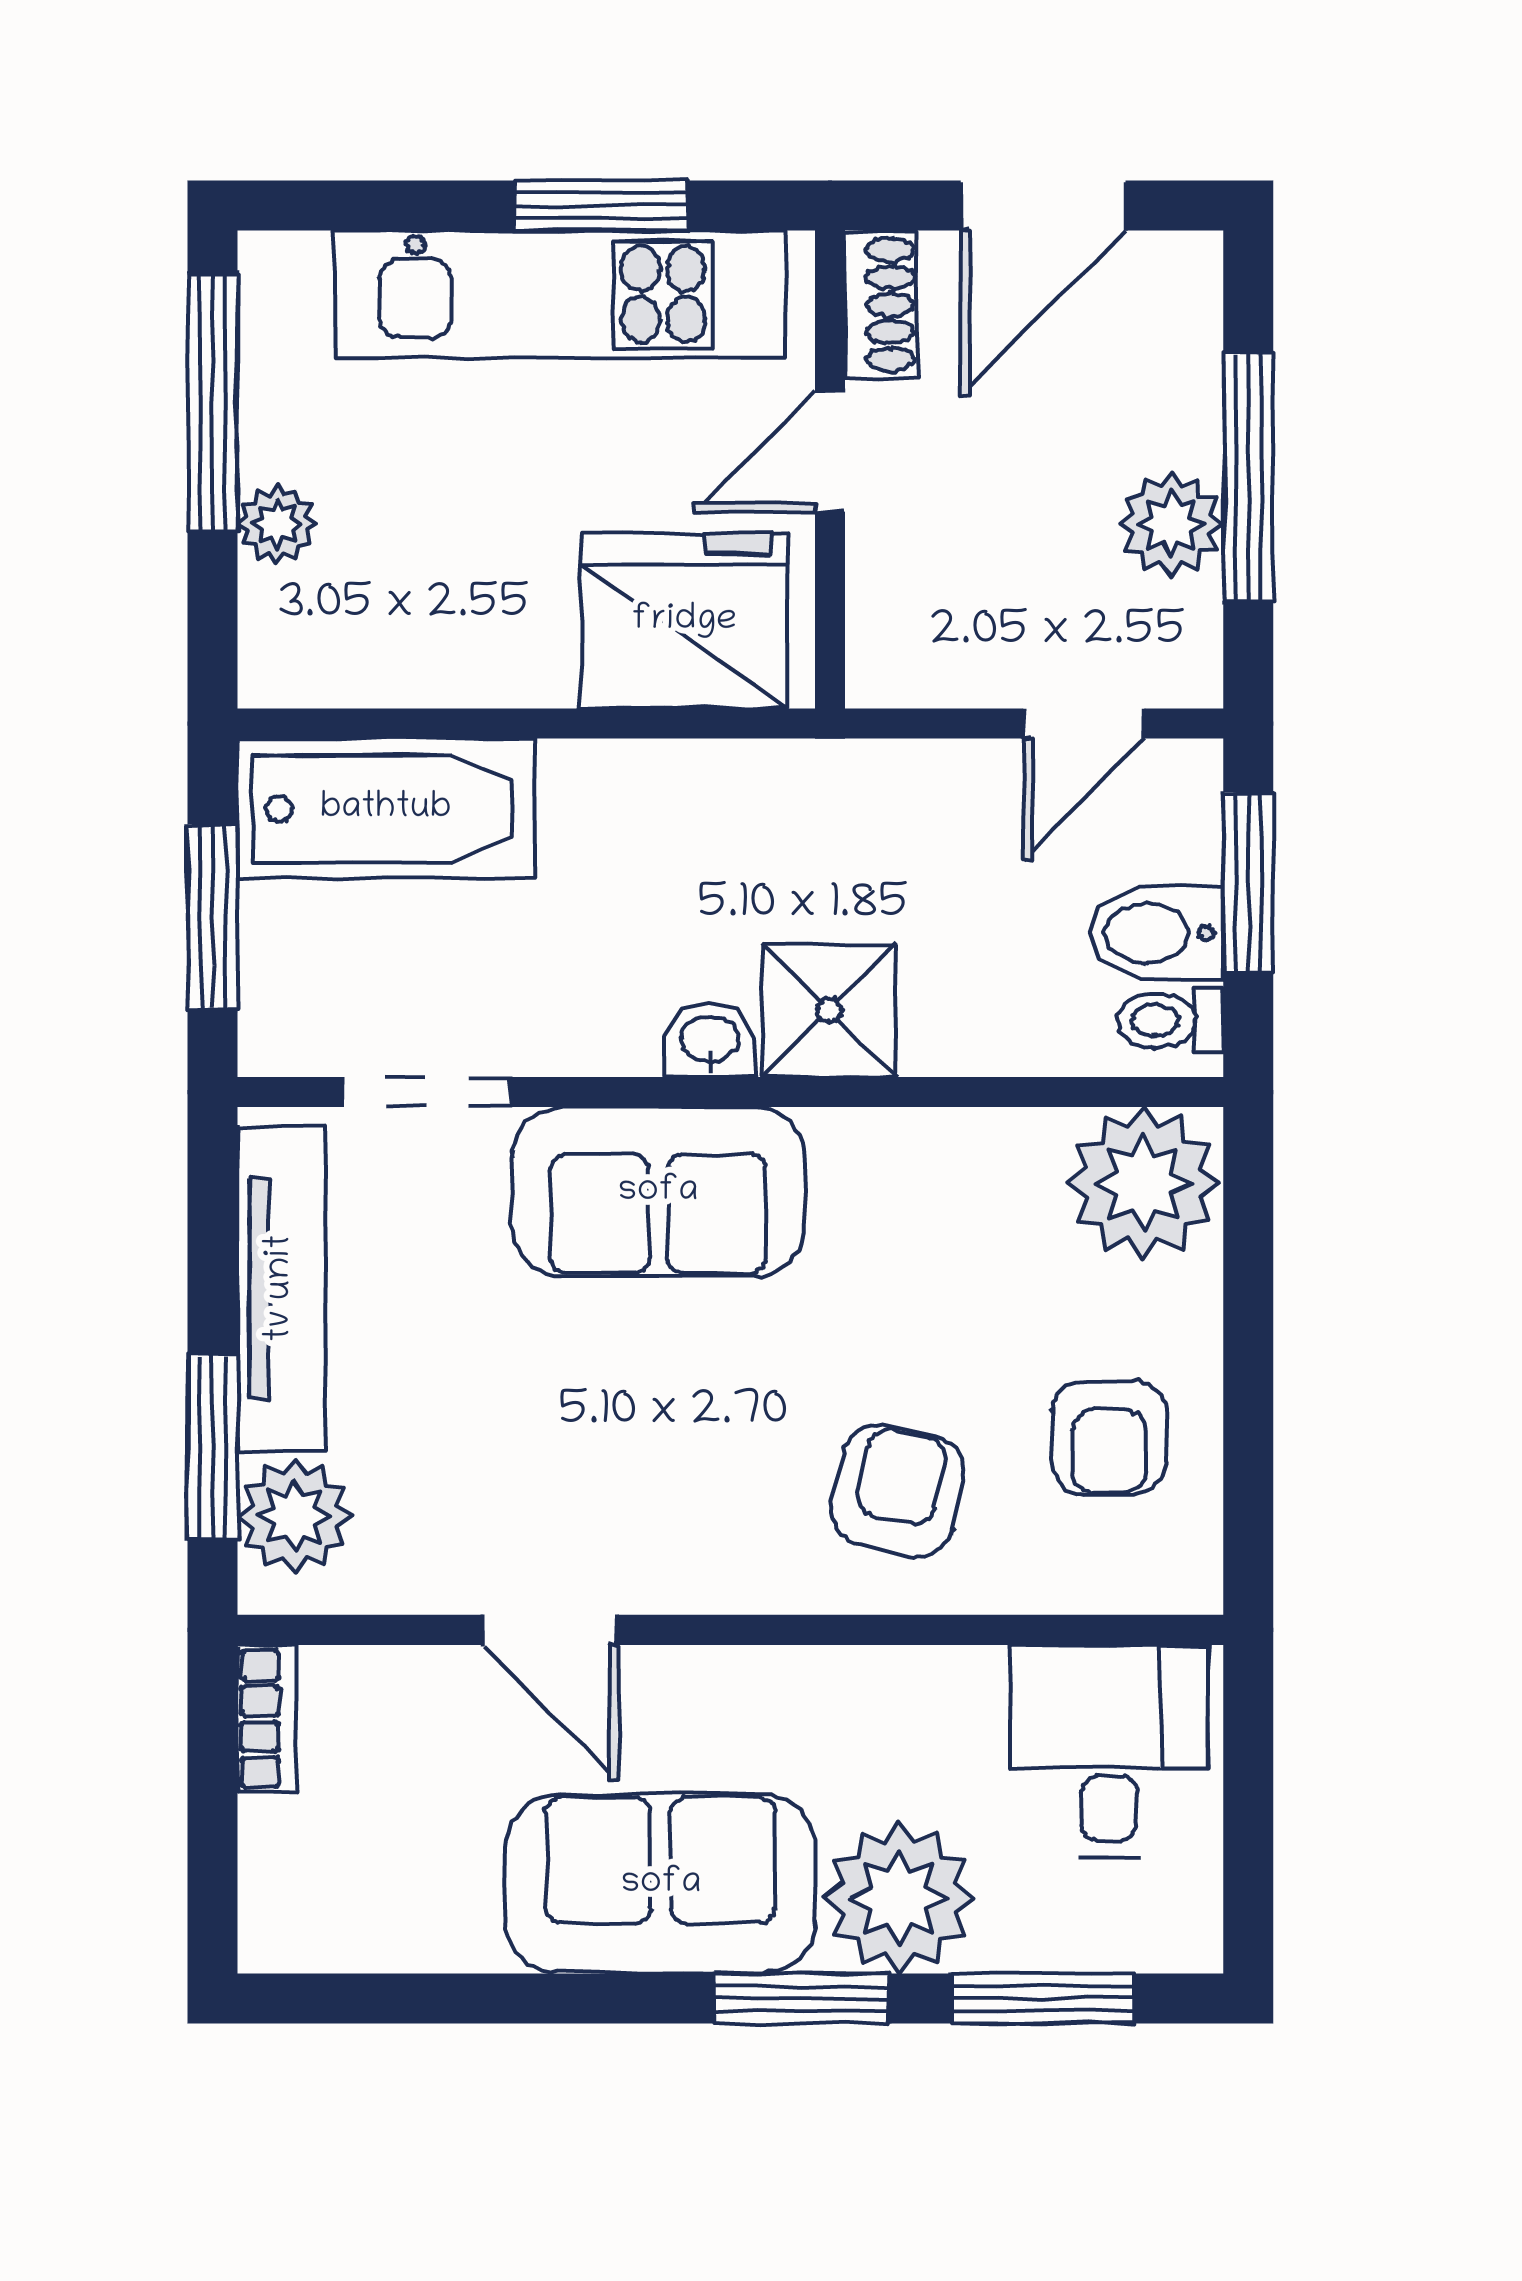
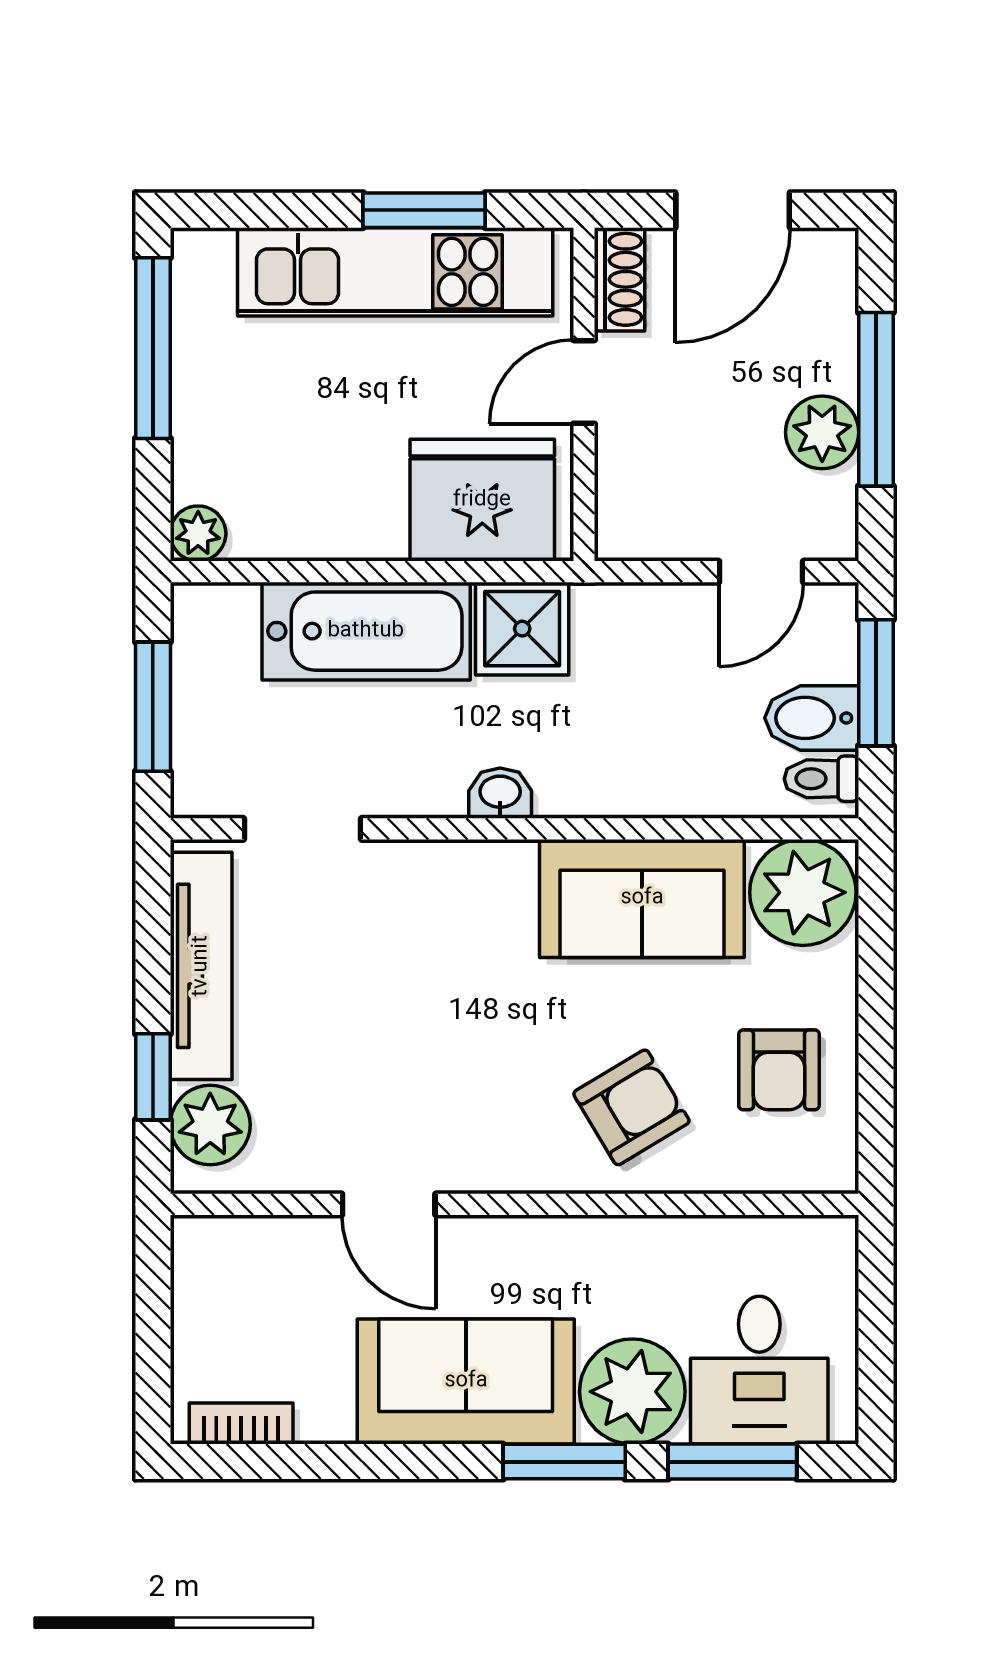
plant: (277, 524) -> (198, 533), moved
bathtub: (386, 809) -> (366, 631), moved
shower: (829, 1010) -> (522, 629), moved
sofa: (658, 1192) -> (642, 898), moved
window: (212, 1447) -> (153, 1077), width x0.67
armchair: (898, 1491) -> (631, 1107), turned 46
bookcase: (267, 1719) -> (241, 1423), moved, turned -90
desk: (1109, 1751) -> (759, 1370), moved, turned 180

